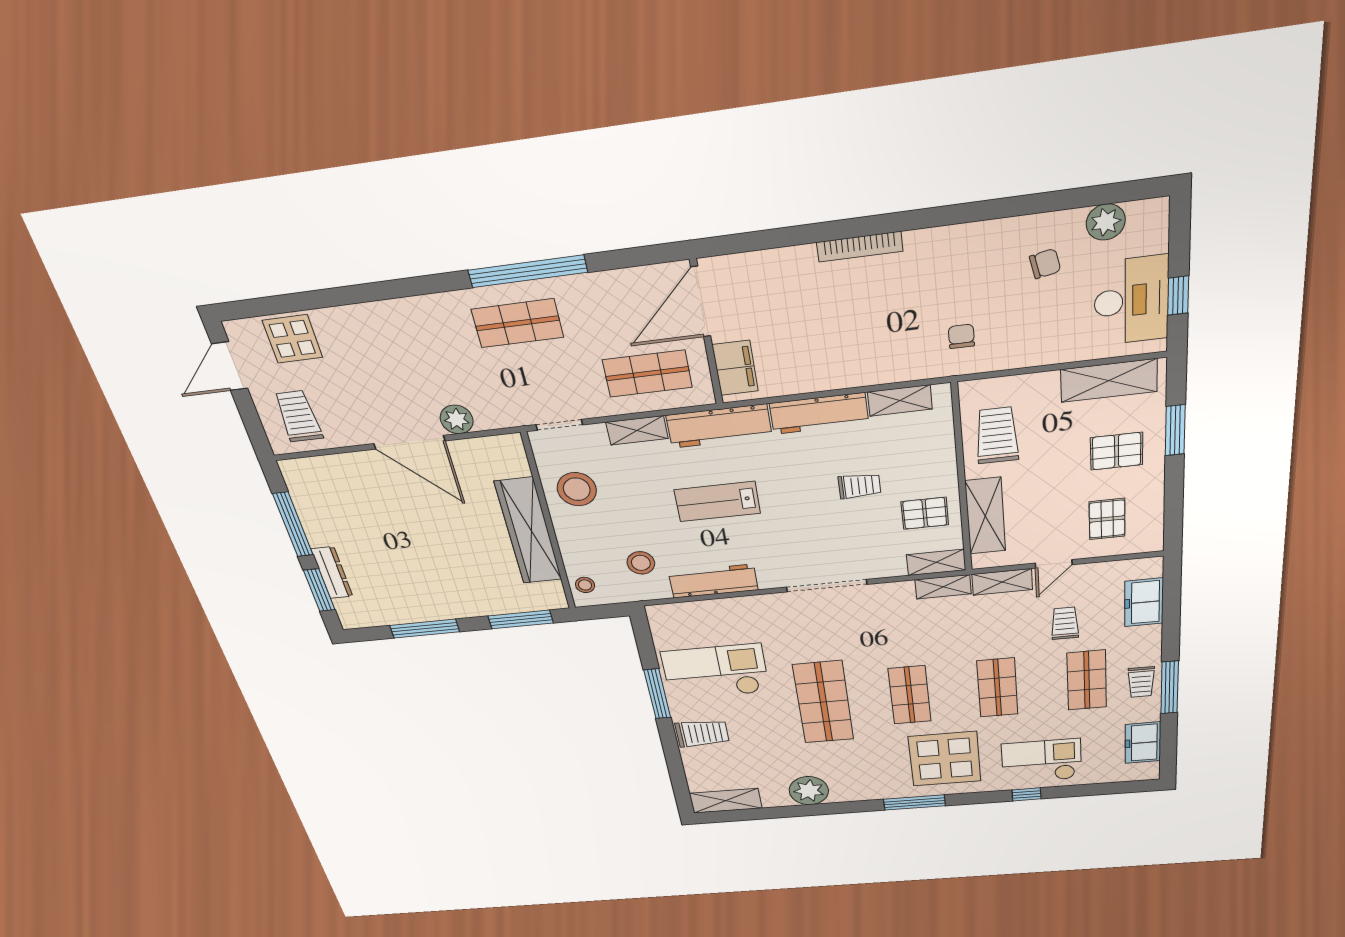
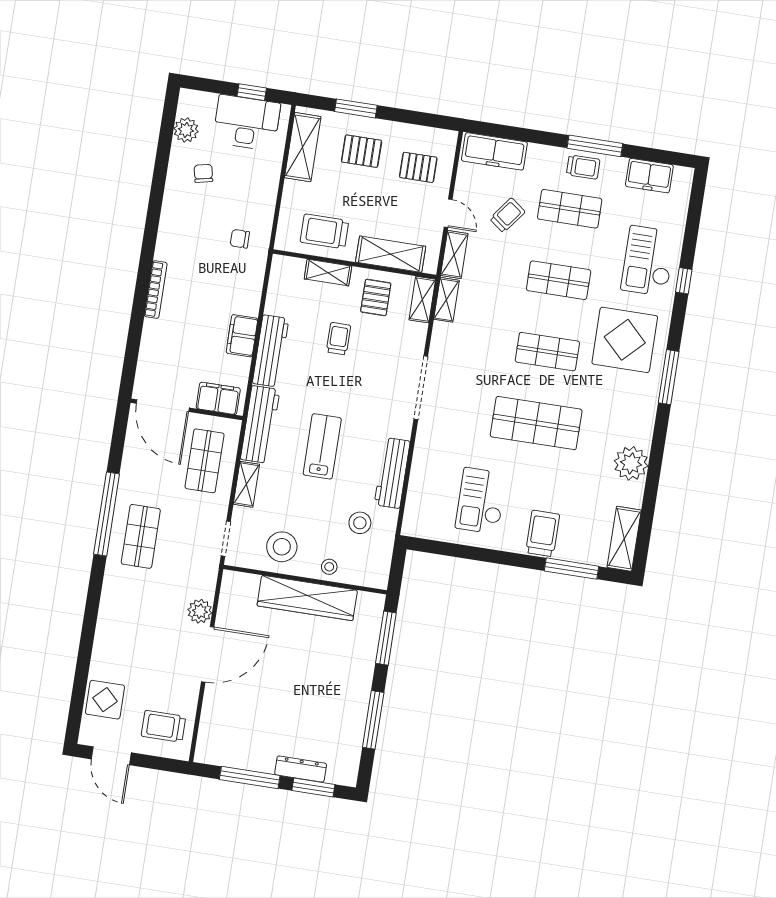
filing cabinet: (828, 374) -> (242, 336), added
shelving: (900, 401) -> (328, 273), moved, turned 90
pallet: (1117, 451) -> (362, 151), turned 90
lab bench: (717, 502) -> (322, 446), turned 180
stool: (585, 585) -> (329, 567), moved
freezer: (1144, 602) -> (494, 151), width x1.40
trolley: (1065, 623) -> (507, 215), turned 127
checkout: (715, 672) -> (481, 501), width x0.73, depth x0.83
window: (657, 694) -> (571, 569), moved

